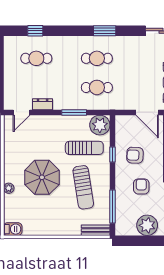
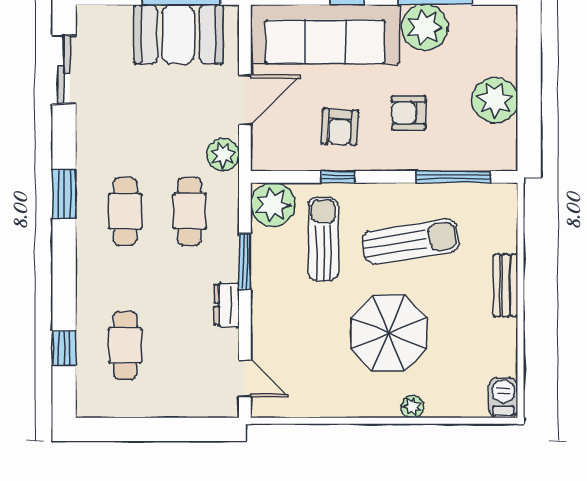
plant: (122, 103) -> (223, 155), added
dresser: (43, 104) -> (227, 305), moved
bench: (96, 230) -> (506, 285), moved

